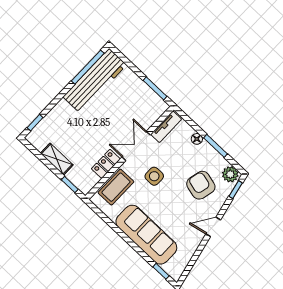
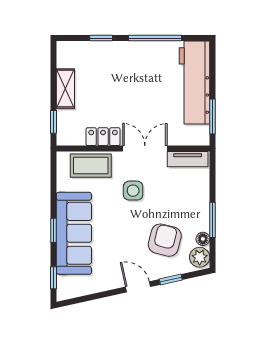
window: (88, 67) -> (155, 38), moved
workbench: (95, 81) -> (194, 83), moved, turned 90
window: (35, 123) -> (101, 38), moved
floor lamp: (197, 139) -> (203, 239), moved
window: (236, 190) -> (171, 280), moved
window: (133, 245) -> (54, 230), added

